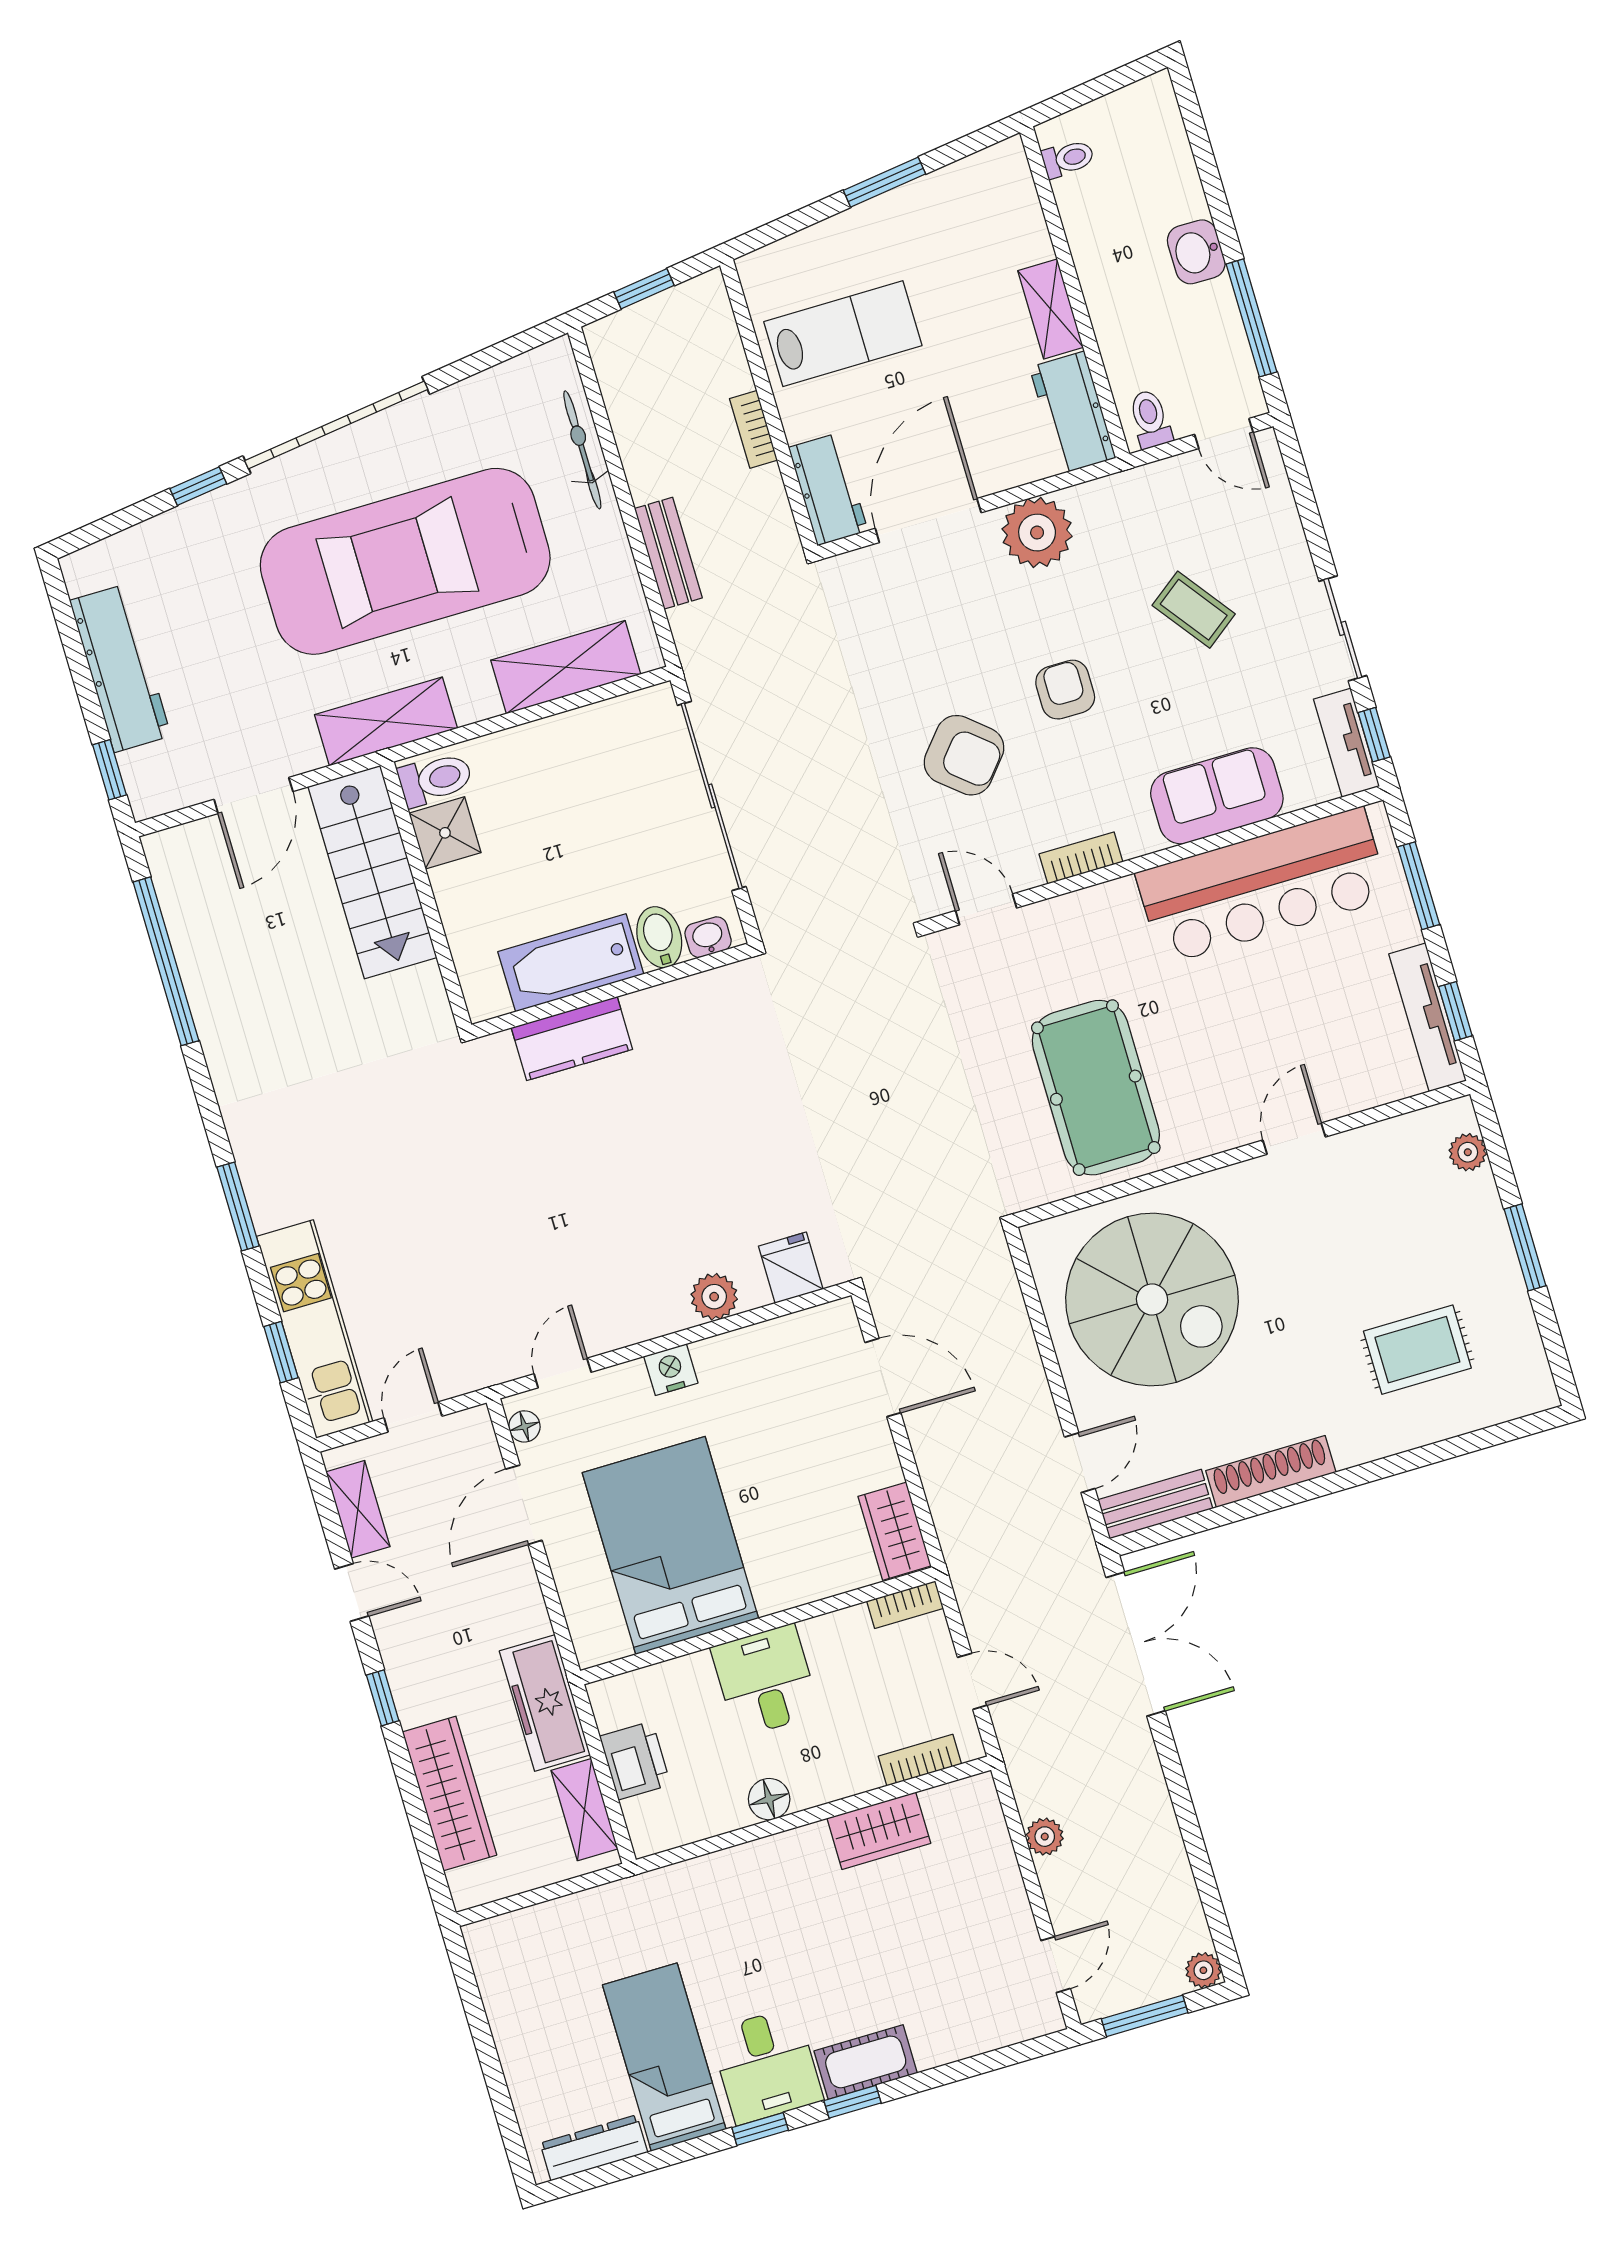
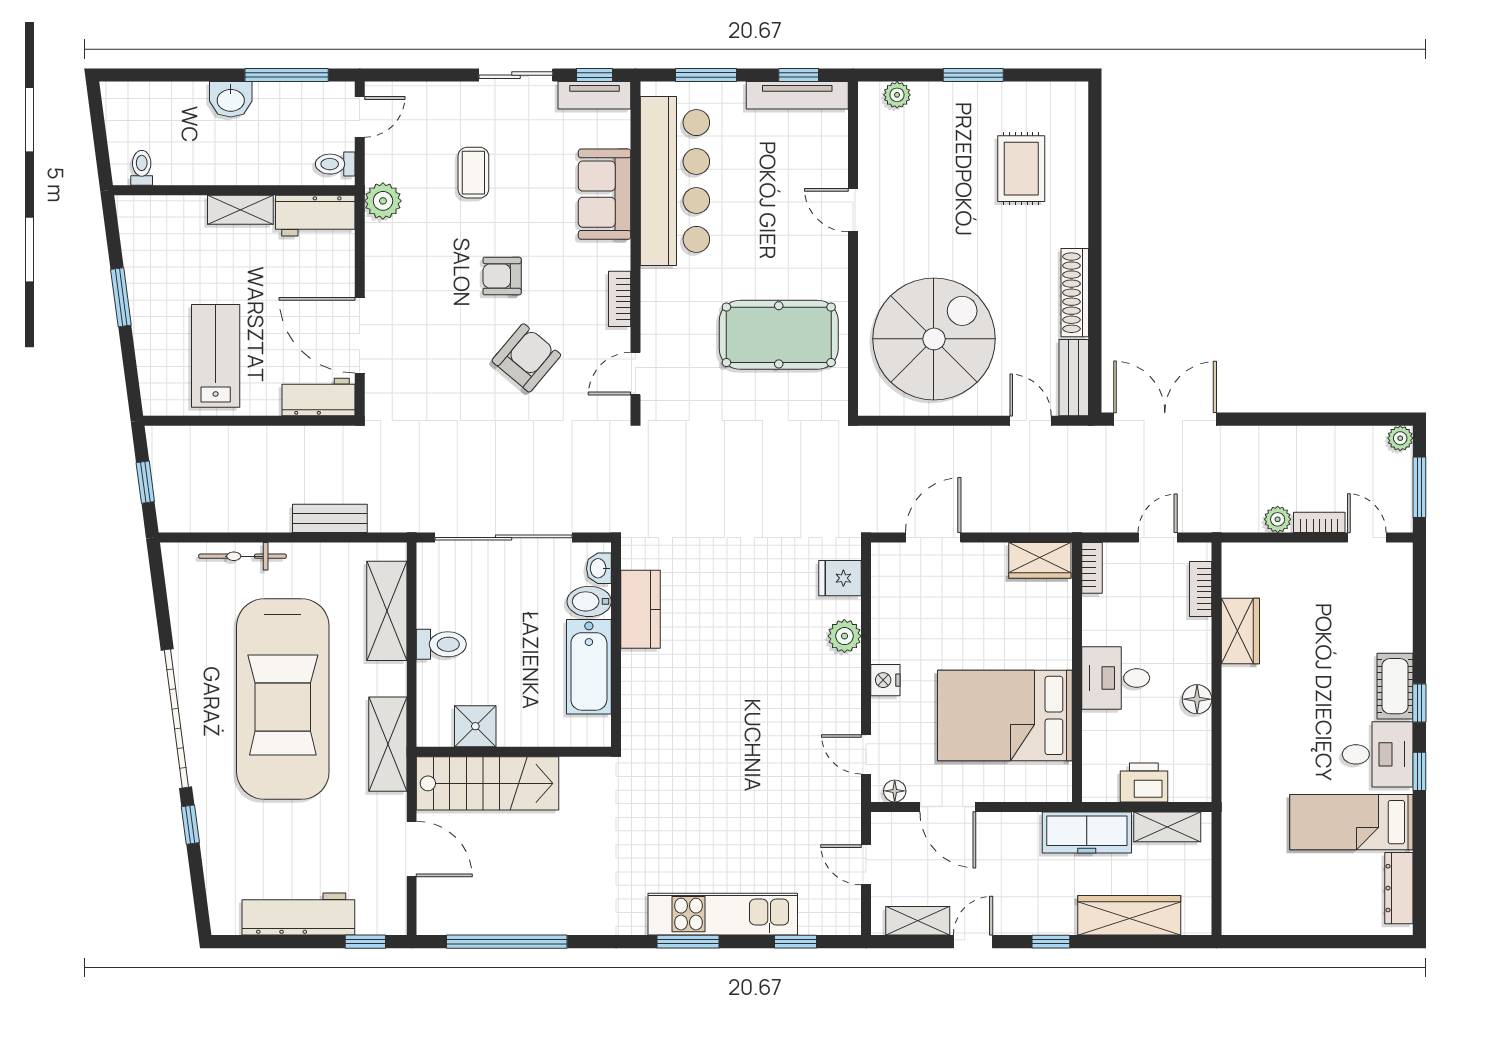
bookcase: (753, 429) -> (1319, 522), moved, turned 180
plant: (1037, 533) -> (383, 201), moved, width x0.73, depth x0.73
coffee table: (1194, 610) -> (473, 173), turned -53
toilet: (435, 779) -> (441, 644), moved, turned 90
kitchen counter: (572, 1039) -> (641, 609), moved
kitchen unit: (315, 1329) -> (723, 914), moved

